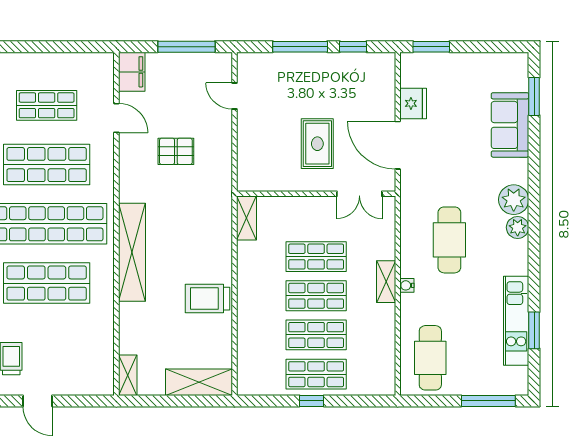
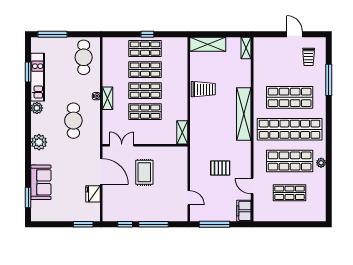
plant: (518, 227) -> (37, 108), moved

